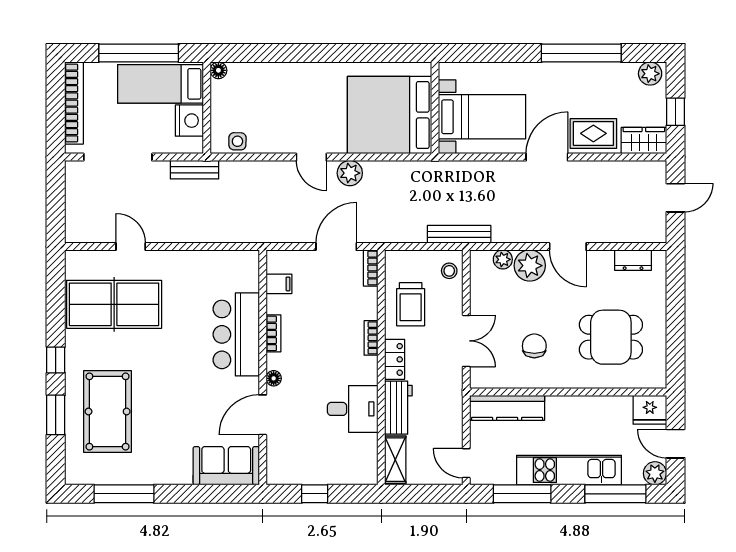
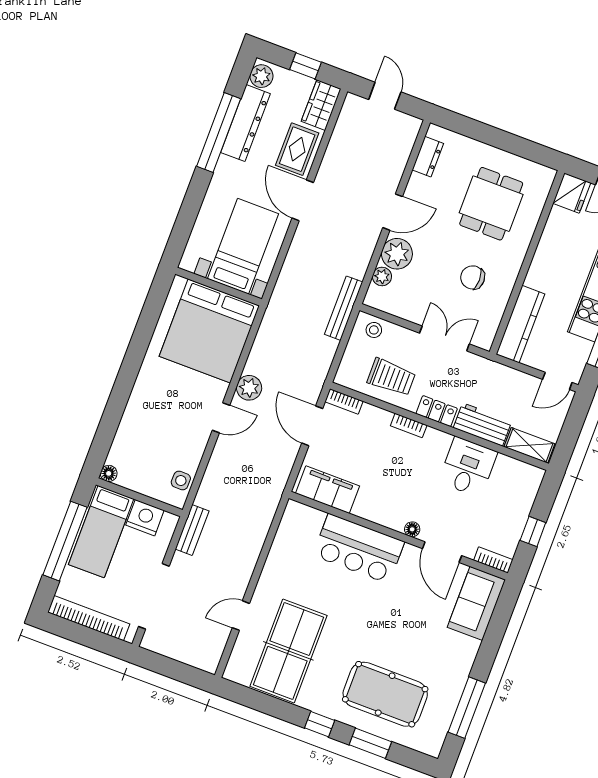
dresser: (600, 75) -> (245, 123), added
filing cabinet: (279, 284) -> (328, 490), width x3.00, depth x1.17
bookcase: (273, 333) -> (493, 560), moved

